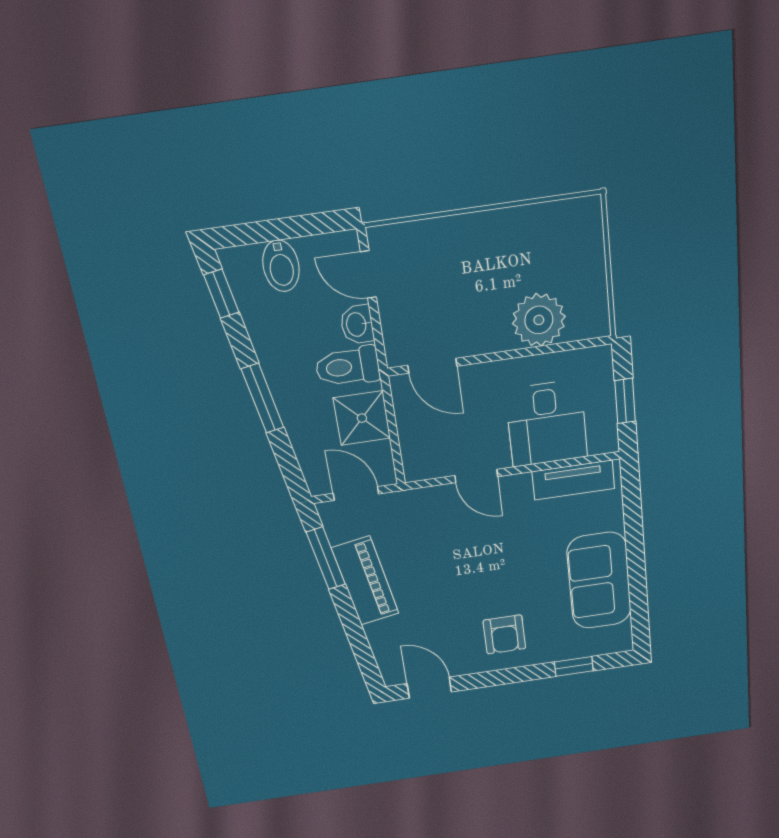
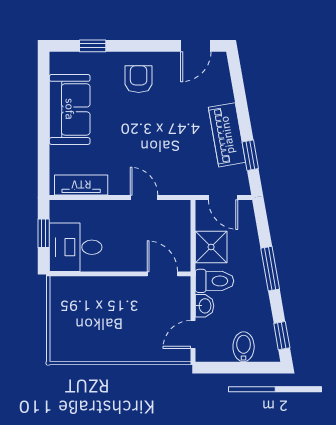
door: (368, 275) -> (193, 335), swing flipped
plant: (539, 320) -> (93, 293), removed
desk: (547, 423) -> (76, 247), moved, turned -90
window: (326, 558) -> (250, 155), width x0.67
door: (429, 688) -> (196, 46), hinge flipped

